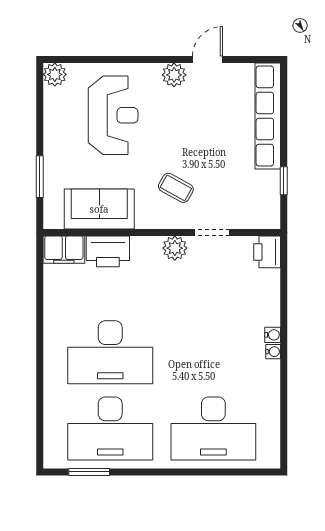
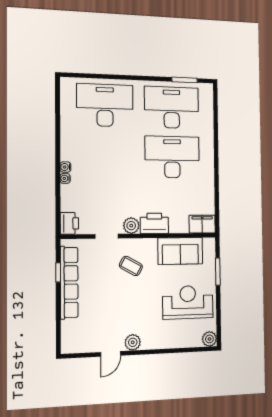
reception desk: (113, 115) -> (188, 302), moved, turned 90
row of seats: (268, 116) -> (69, 282), moved
printer: (108, 251) -> (154, 223), moved
water cooler: (273, 352) -> (65, 178), moved

